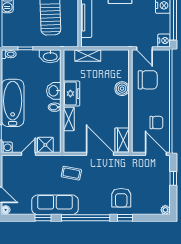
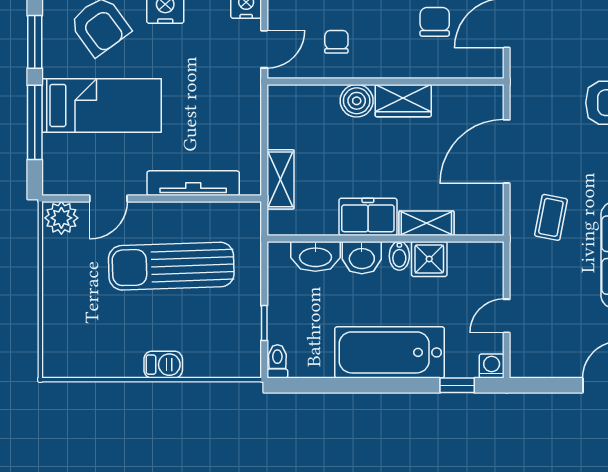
washbasin: (50, 56) -> (315, 256), moved, turned 90
chair: (148, 80) -> (336, 42), width x0.54, depth x0.54
wardrobe: (122, 140) -> (403, 101), moved
shower: (45, 145) -> (429, 259), moved
door: (28, 154) -> (507, 316), hinge flipped

